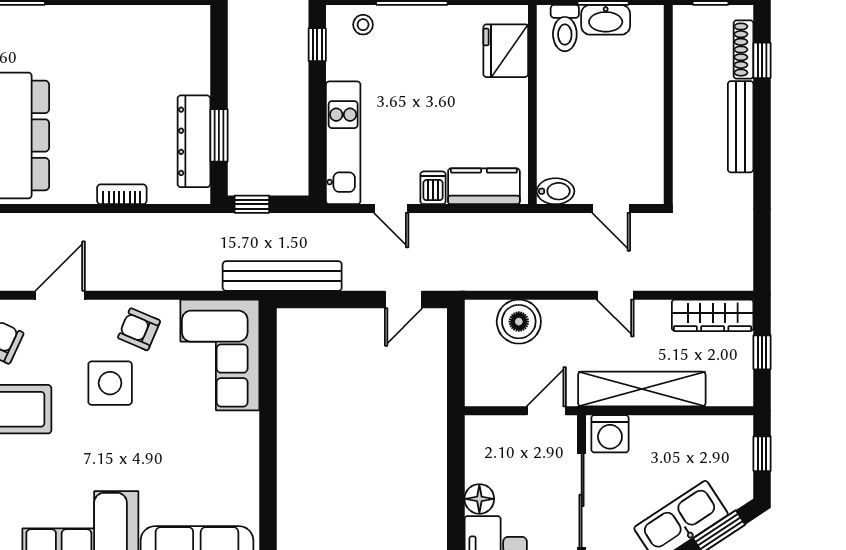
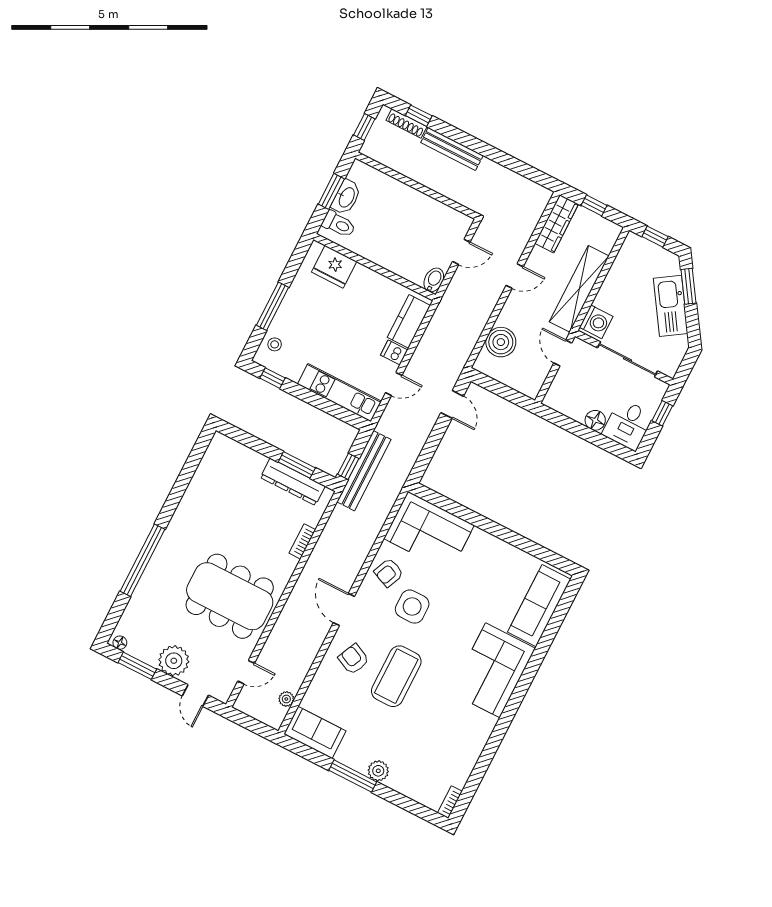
bench: (282, 276) -> (364, 471), moved

